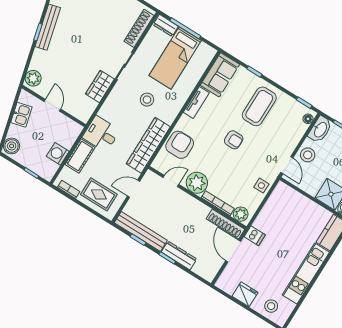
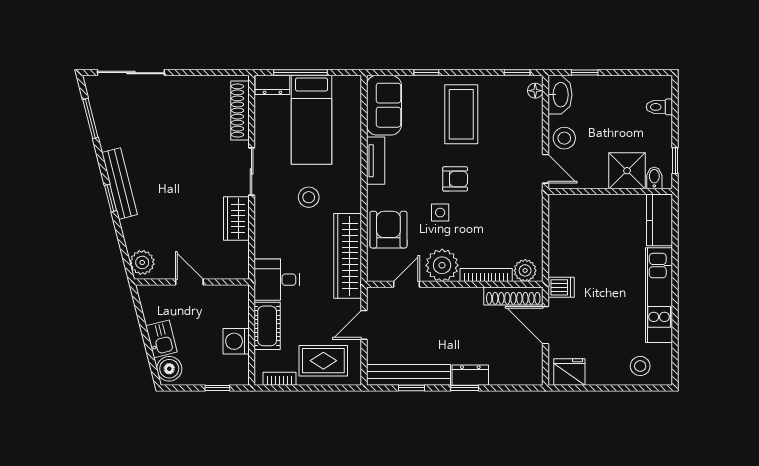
kitchen sink: (21, 115) -> (161, 339), moved
side table: (261, 186) -> (440, 213), moved
dresser: (179, 256) -> (470, 375), width x0.70
fridge: (245, 294) -> (569, 372), moved

